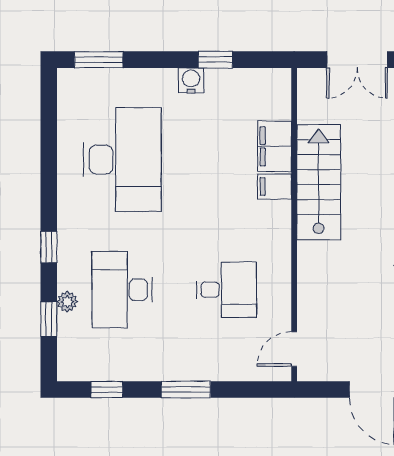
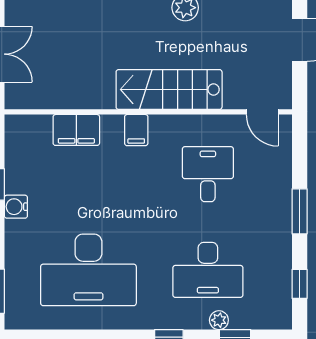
desk: (122, 160) -> (88, 270), turned 180
stairs: (319, 182) -> (169, 89), moved
filing cabinet: (274, 187) -> (136, 130), moved

